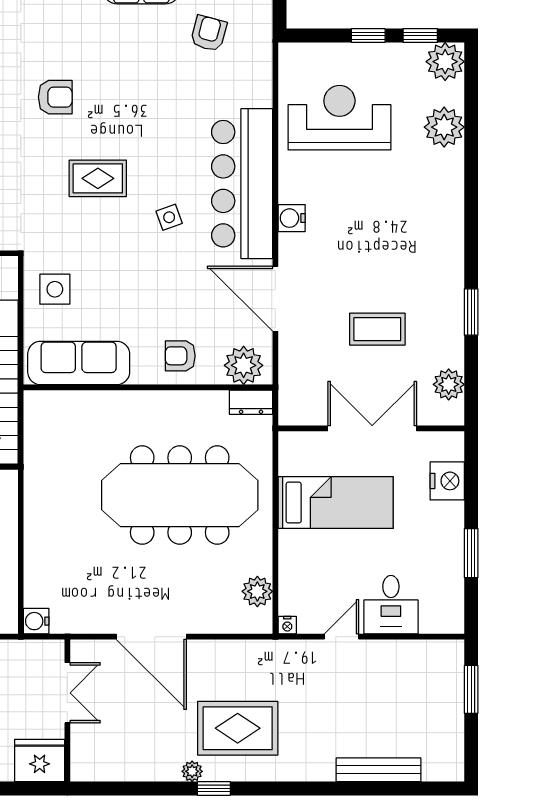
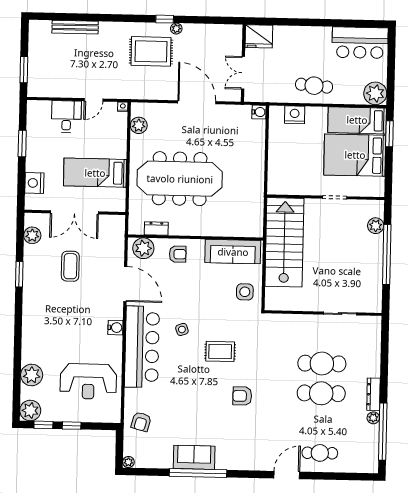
armchair: (209, 33) -> (141, 422), moved
coffee table: (377, 329) -> (70, 266), turned 90
dresser: (251, 402) -> (156, 228), moved

